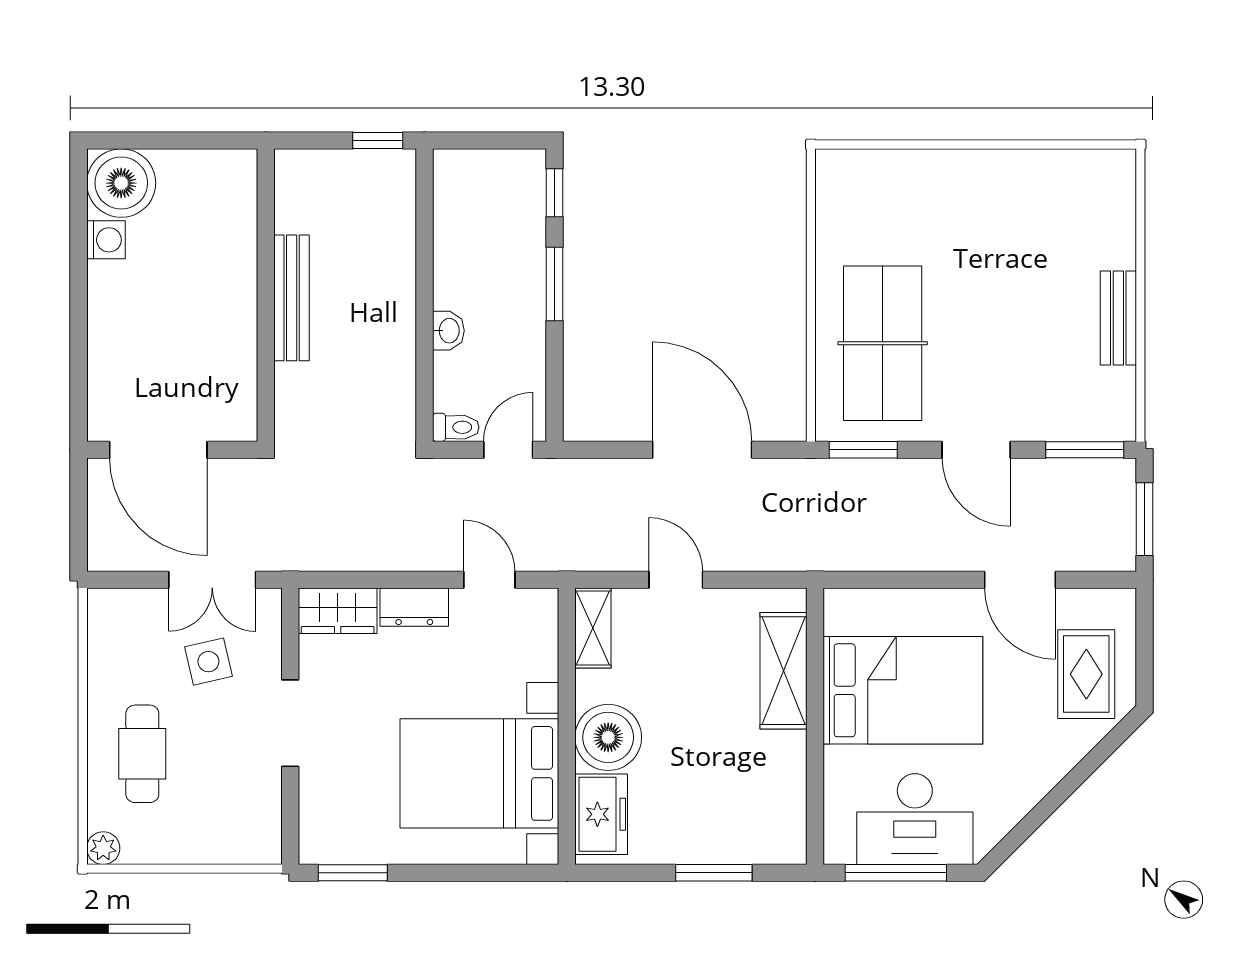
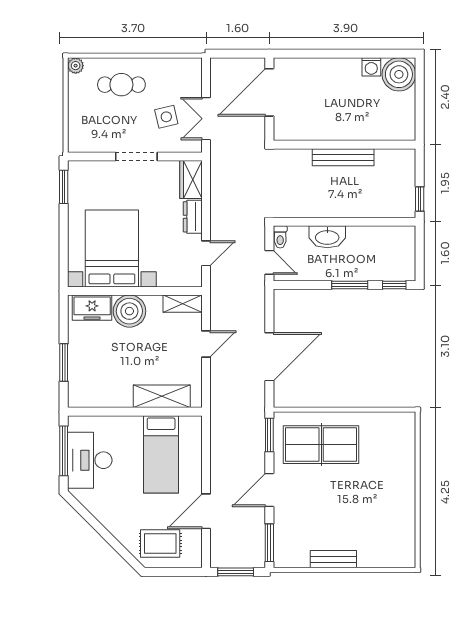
washbasin: (448, 331) -> (327, 237), width x1.91, depth x1.45
bed: (903, 690) -> (161, 454), width x0.67

